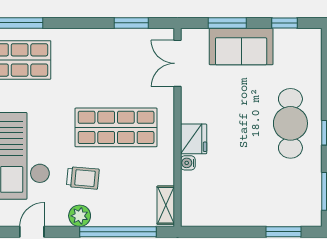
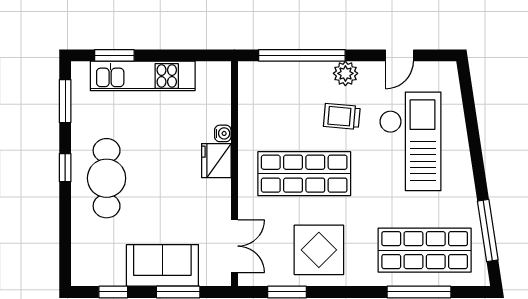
display table: (103, 60) -> (319, 250), added
shelving: (166, 205) -> (248, 85), removed
kitchen unit: (259, 214) -> (143, 76), added

